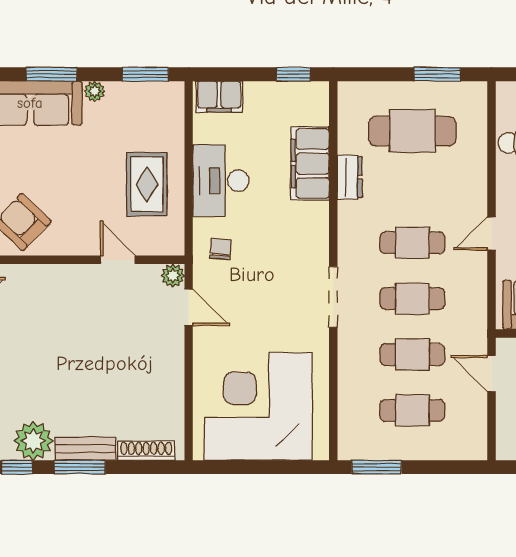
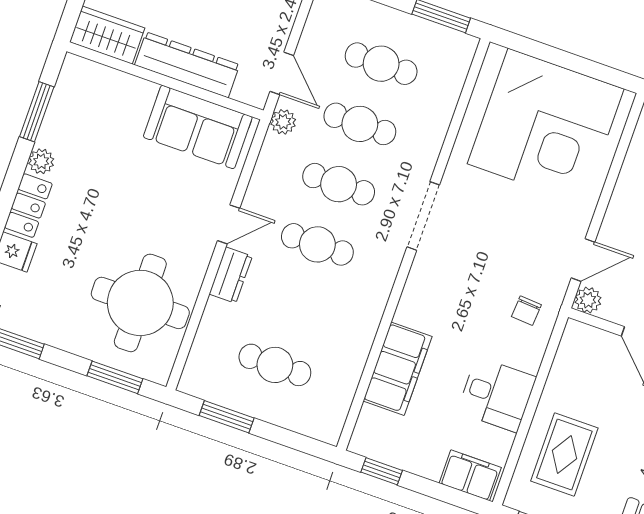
cafe table: (412, 131) -> (275, 365), width x0.73, depth x0.74
dresser: (350, 177) -> (231, 275), moved, turned 180
desk: (221, 181) -> (497, 394), width x0.73
rug: (147, 184) -> (564, 454), moved
door: (189, 307) -> (583, 260), swing flipped
plant: (476, 334) -> (283, 122), added

